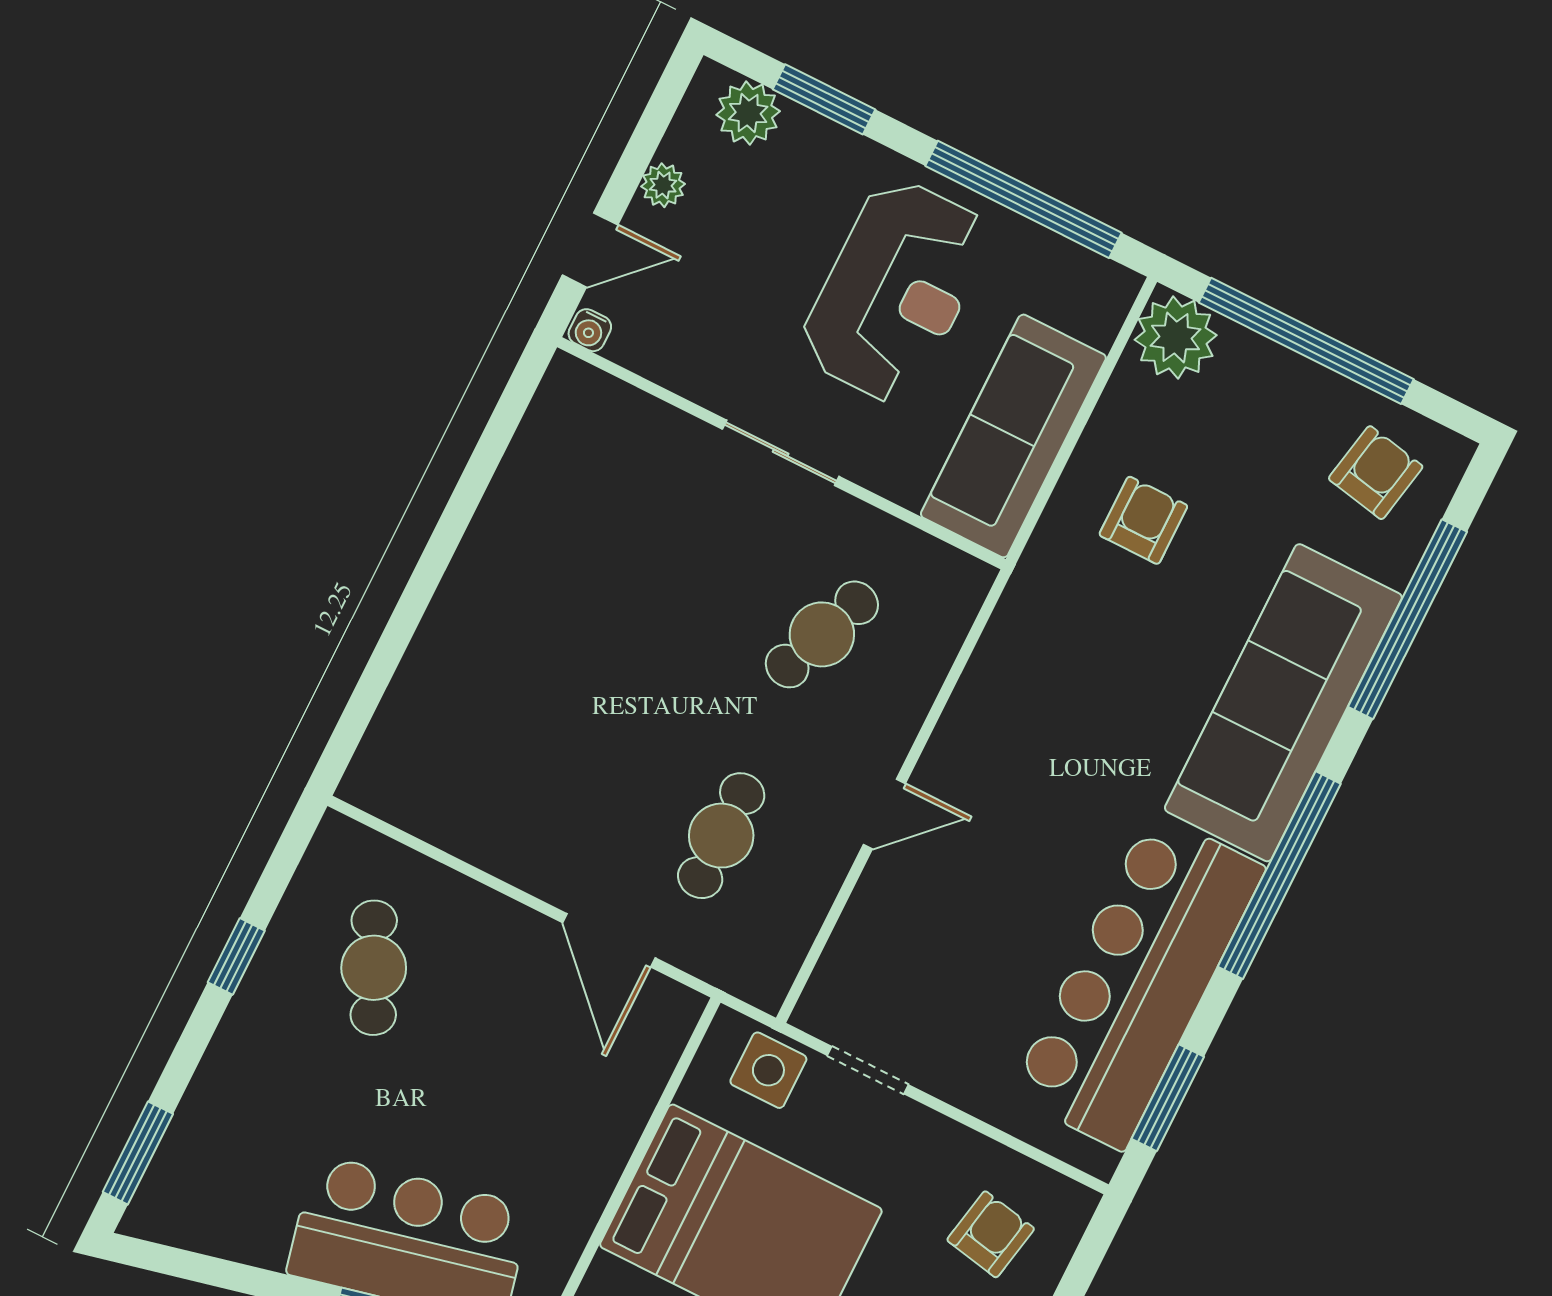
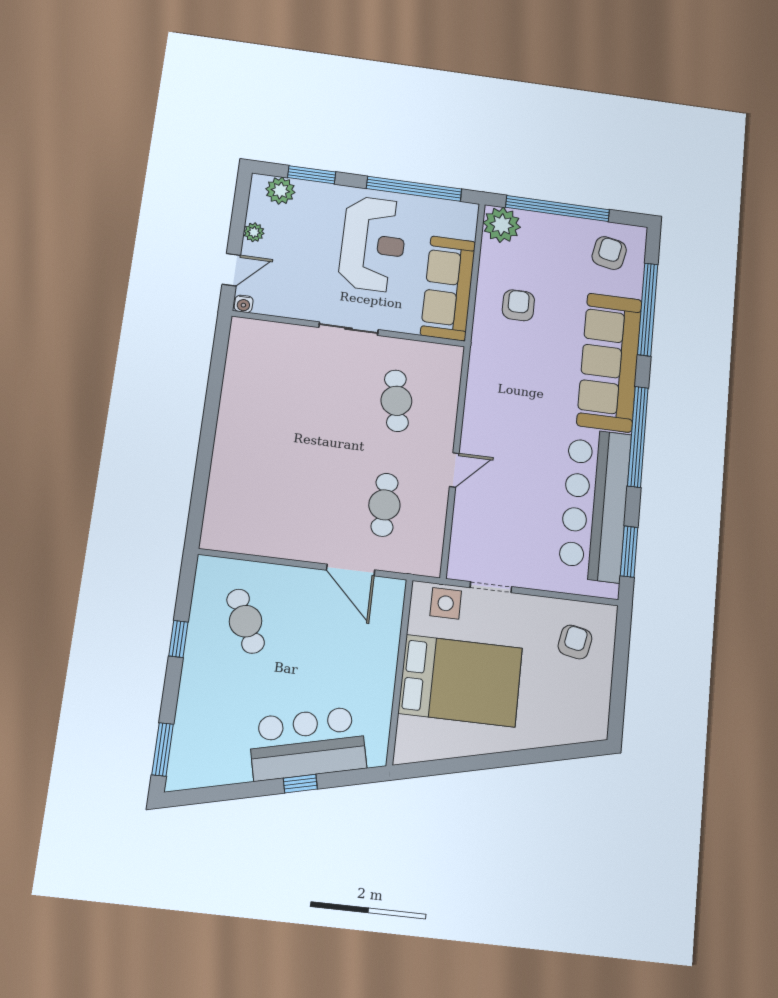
cafe table: (822, 634) -> (396, 401), turned -30

